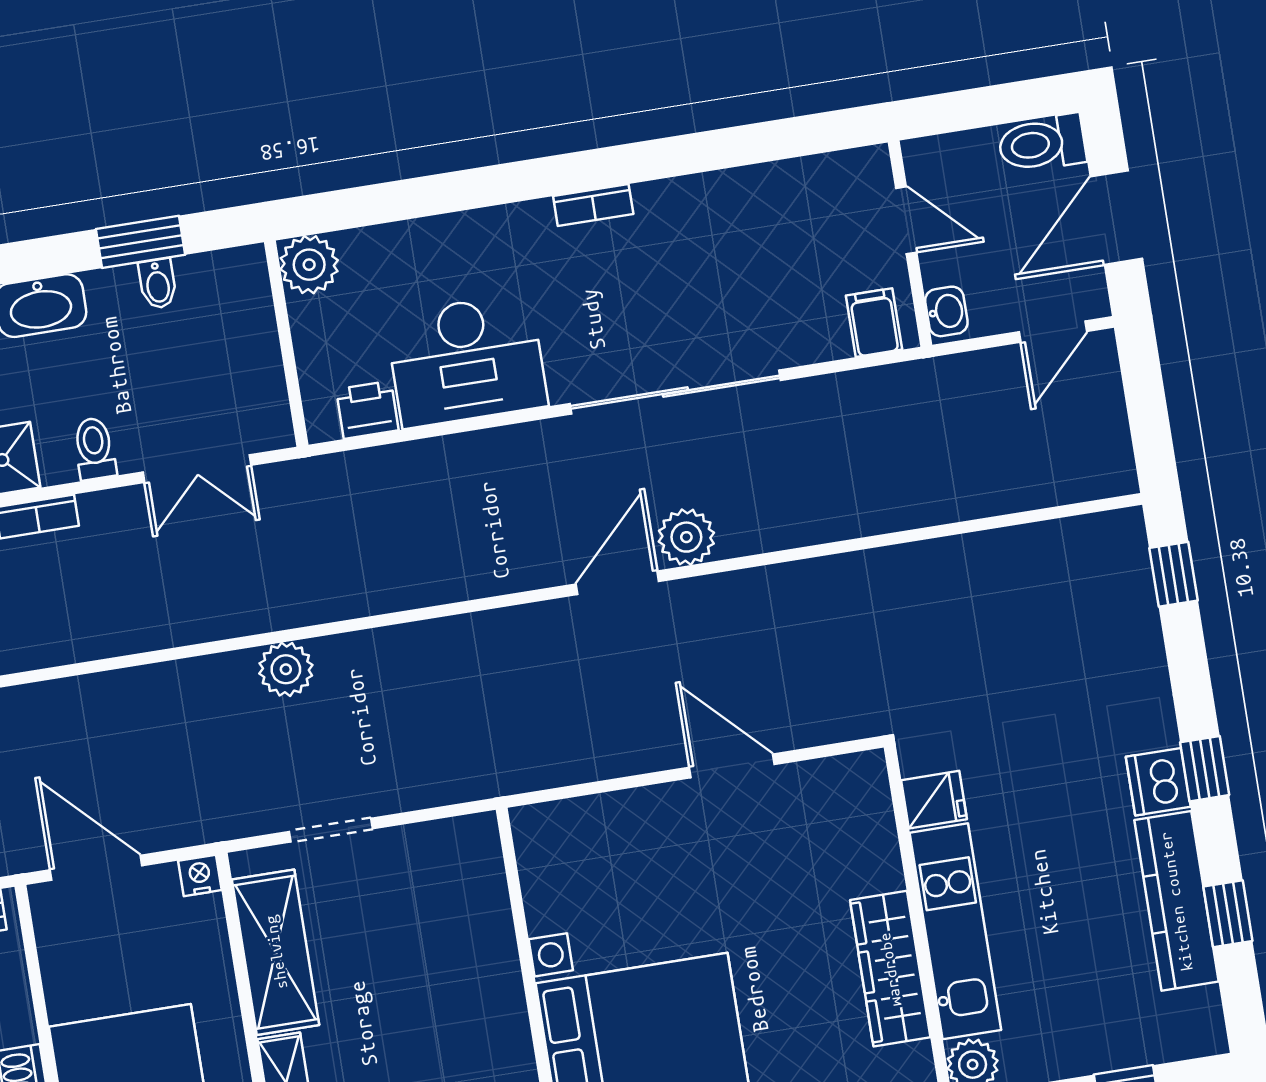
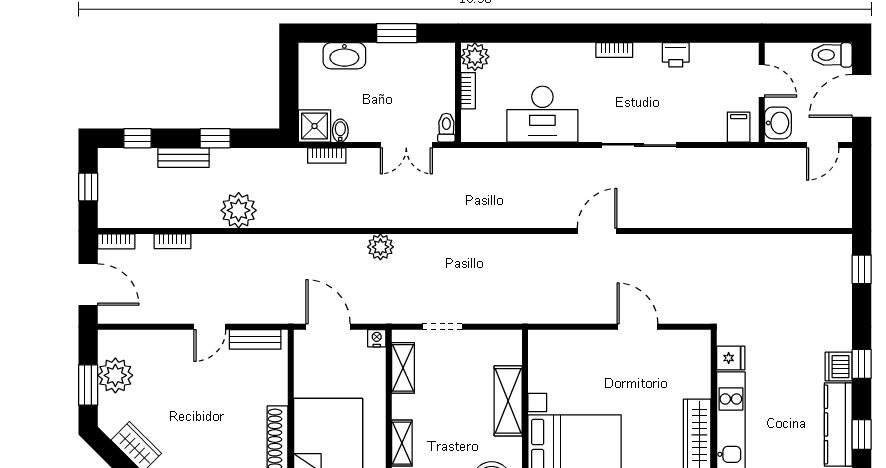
bidet: (158, 284) -> (340, 131), moved, turned 180
washbasin: (946, 311) -> (778, 123), width x1.38, depth x1.45
bookcase: (306, 337) -> (468, 91), added
sliding door: (675, 392) -> (639, 145), width x0.73
printer: (367, 410) -> (676, 55), moved, turned 180
toilet: (95, 449) -> (446, 128), moved
plant: (686, 537) -> (633, 215), removed
plant: (286, 669) -> (380, 247), moved
shelving: (276, 952) -> (403, 368), width x0.67, depth x0.75
shelving: (491, 961) -> (508, 401), added

